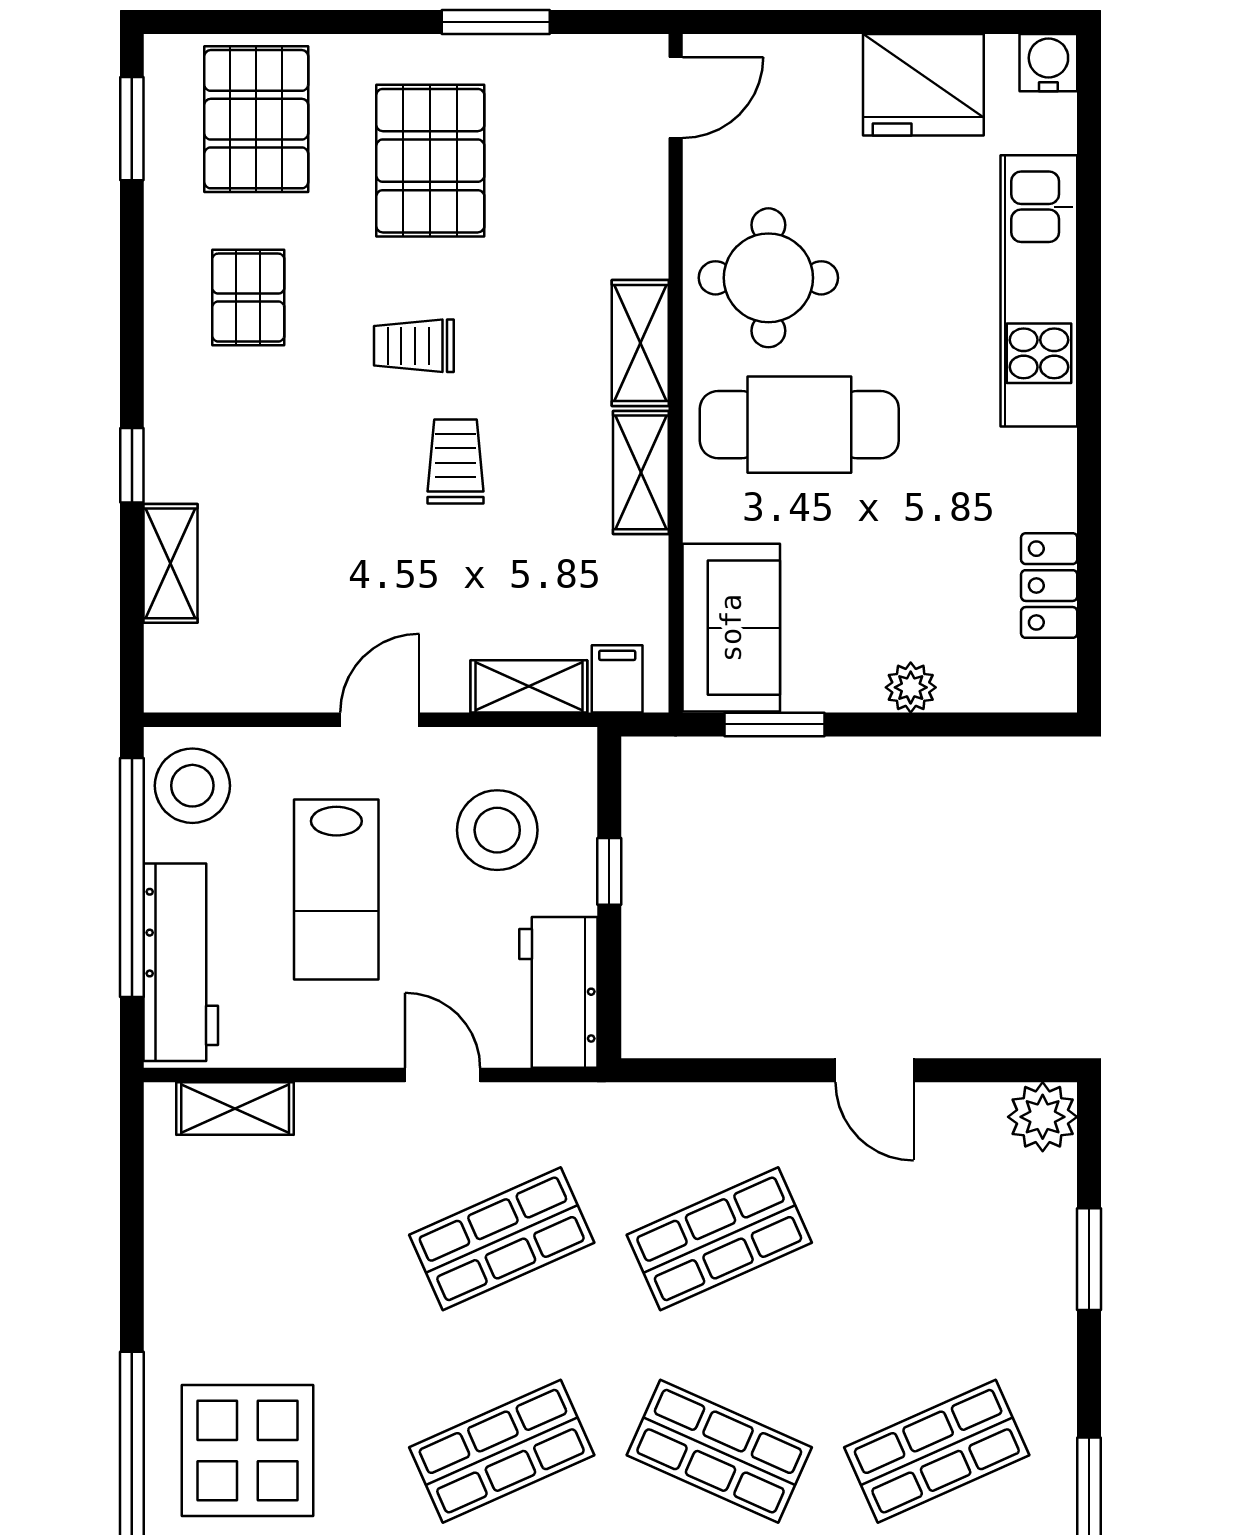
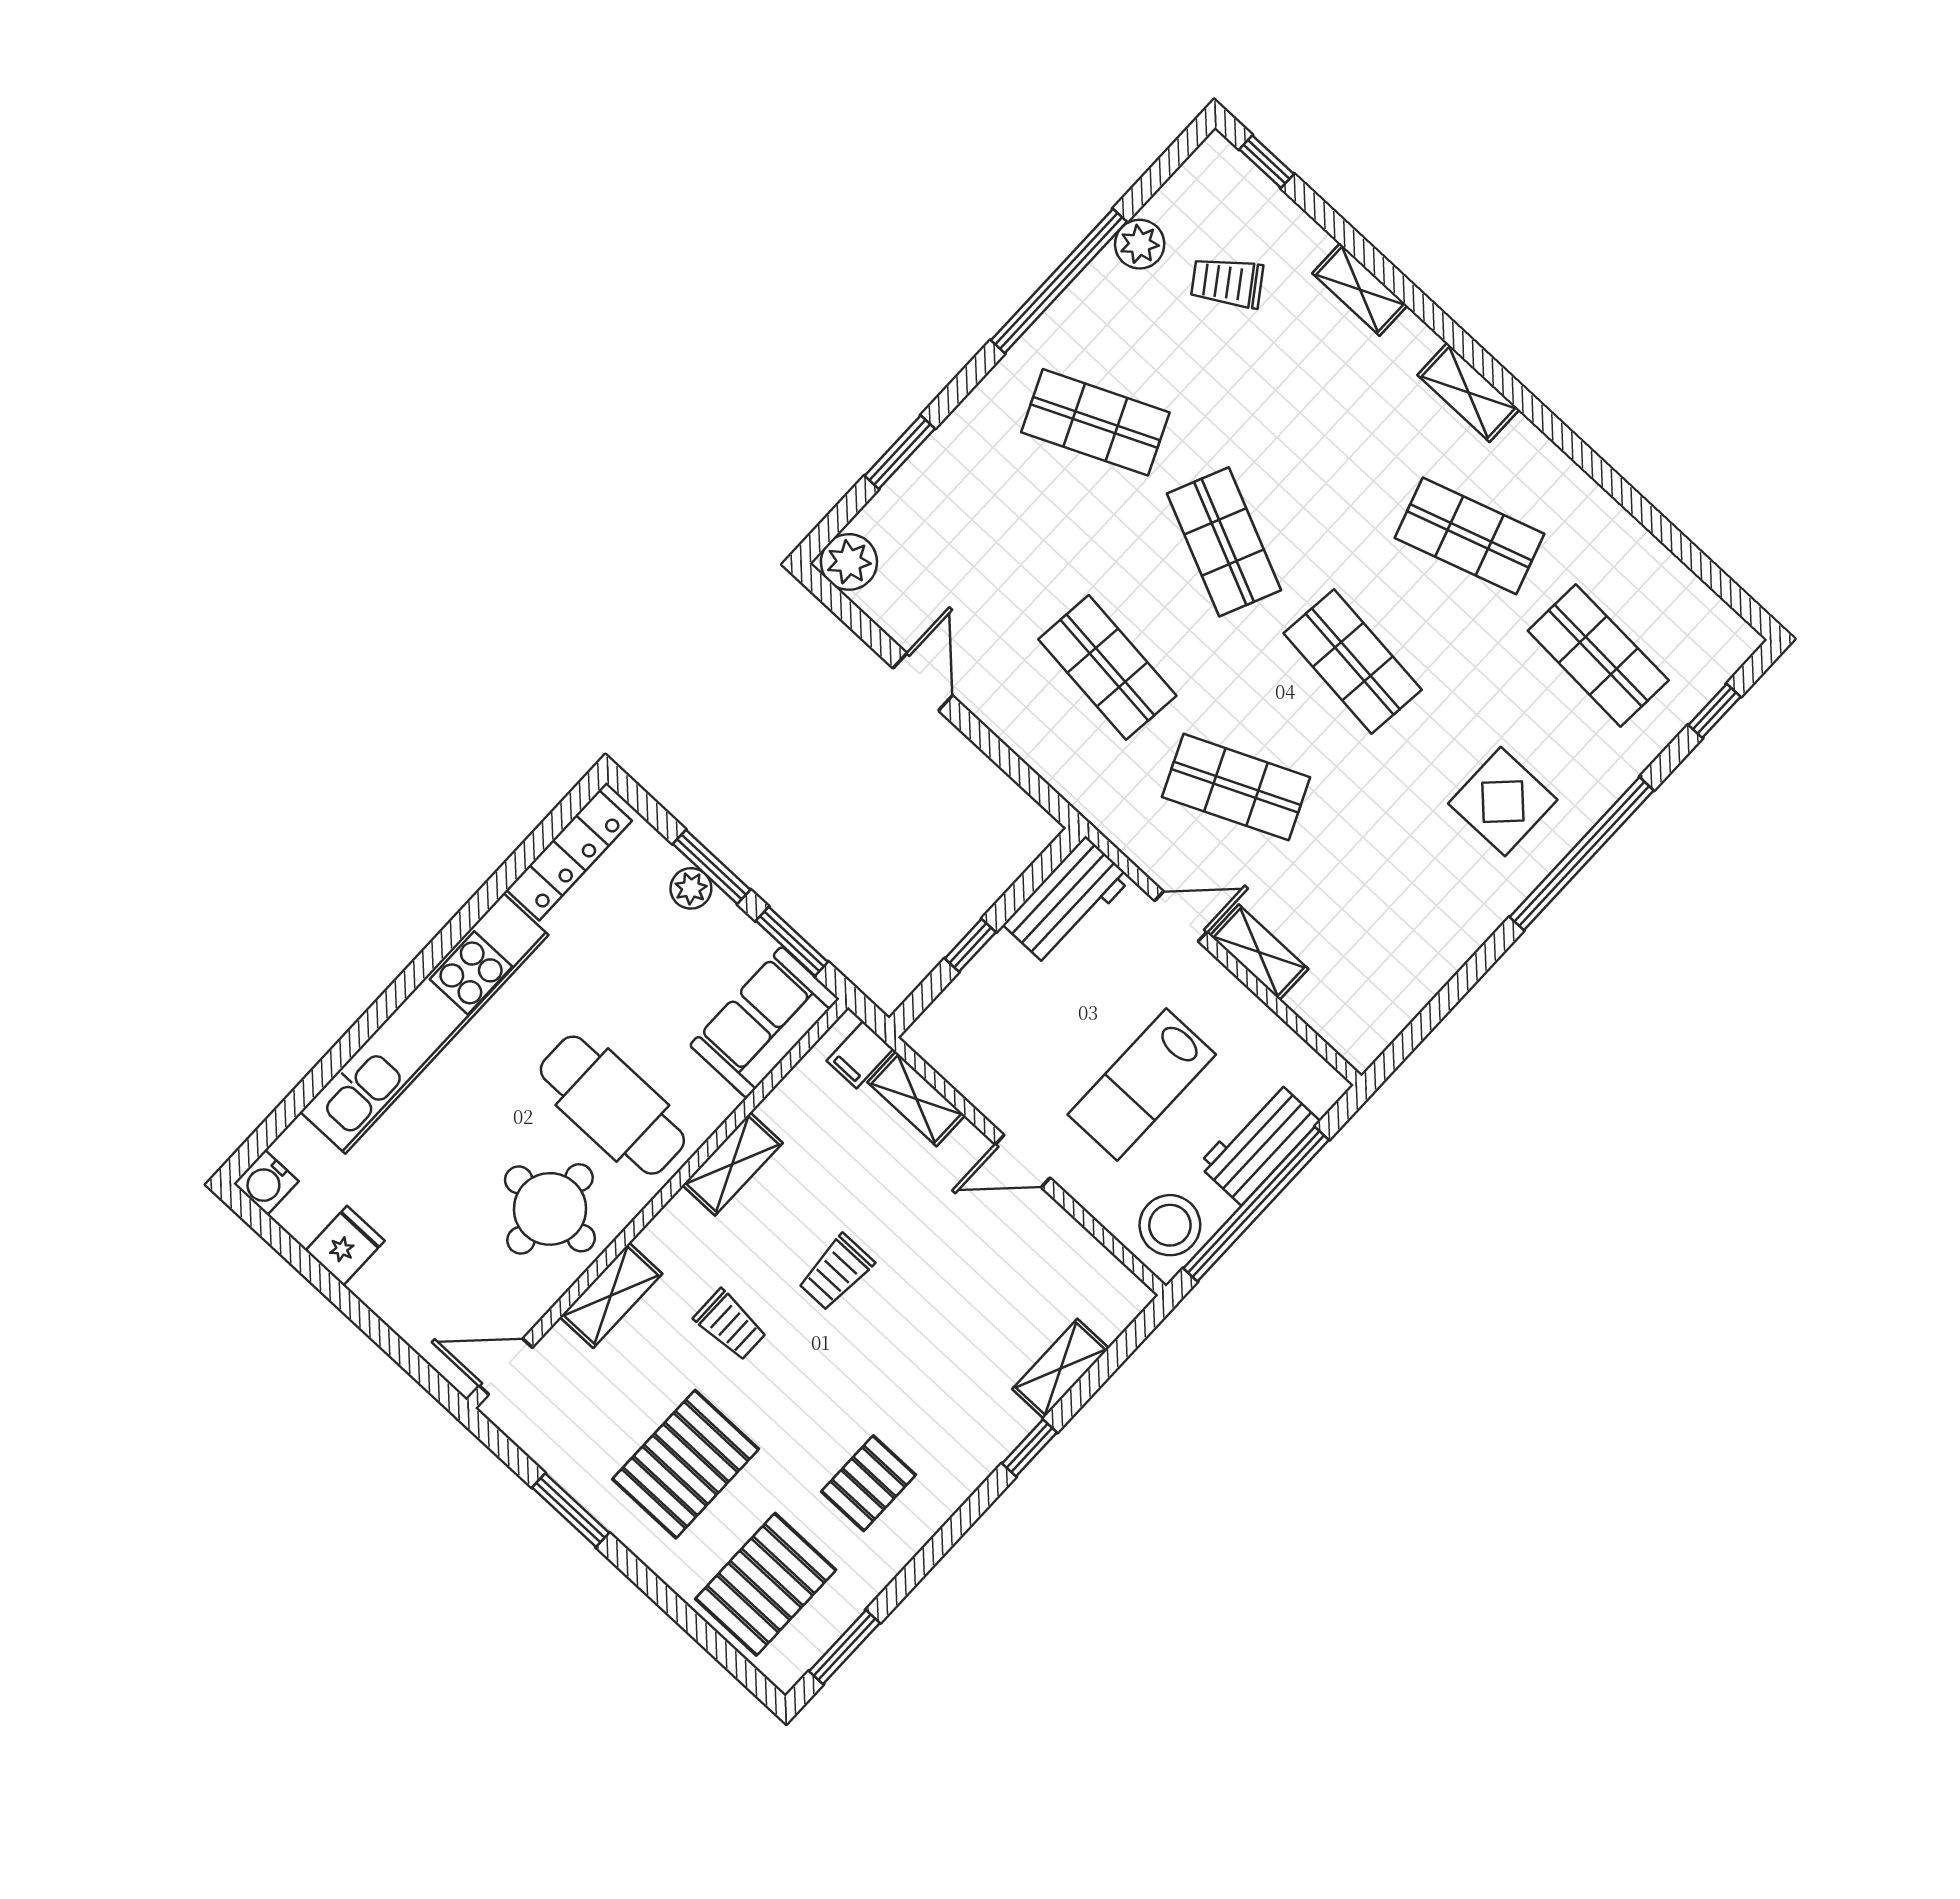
fridge: (923, 85) -> (345, 1246), width x0.53, depth x0.75
kitchen unit: (1039, 291) -> (424, 1023), width x1.36
shelving: (640, 343) -> (611, 1295), moved
trolley: (414, 346) -> (730, 1325), moved
locker: (1049, 586) -> (569, 855), width x1.53
window: (910, 724) -> (712, 867), added
stool: (497, 830) -> (1014, 1031), removed
lab bench: (336, 890) -> (1142, 1085), turned 180
workbench: (181, 962) -> (1259, 1143), width x0.73
door: (443, 1075) -> (1181, 916), swing flipped
shelving: (235, 1109) -> (1259, 952), moved
shop shelf: (719, 1239) -> (1107, 667), turned 30
display table: (247, 1451) -> (1503, 802), width x0.73, depth x0.73
shop shelf: (502, 1451) -> (1353, 661), turned 30

